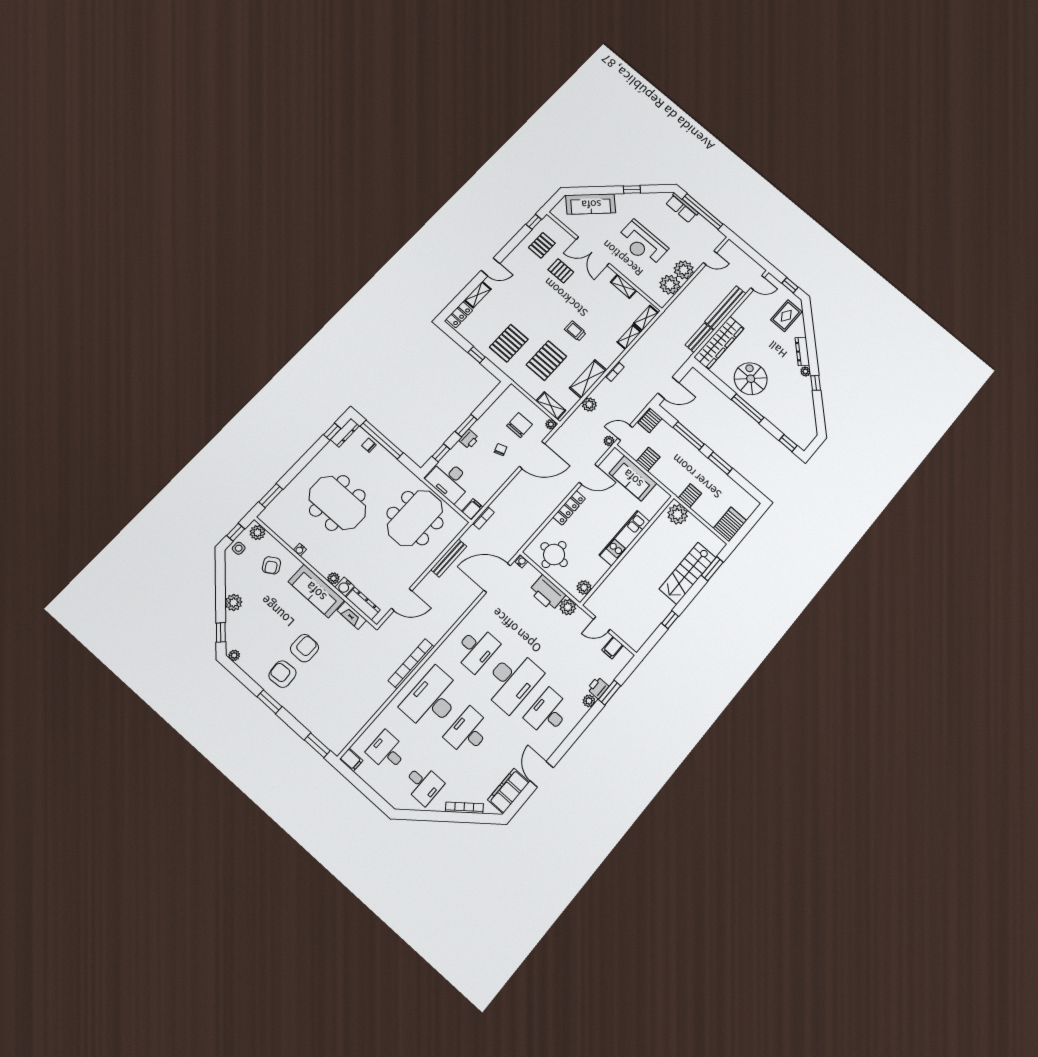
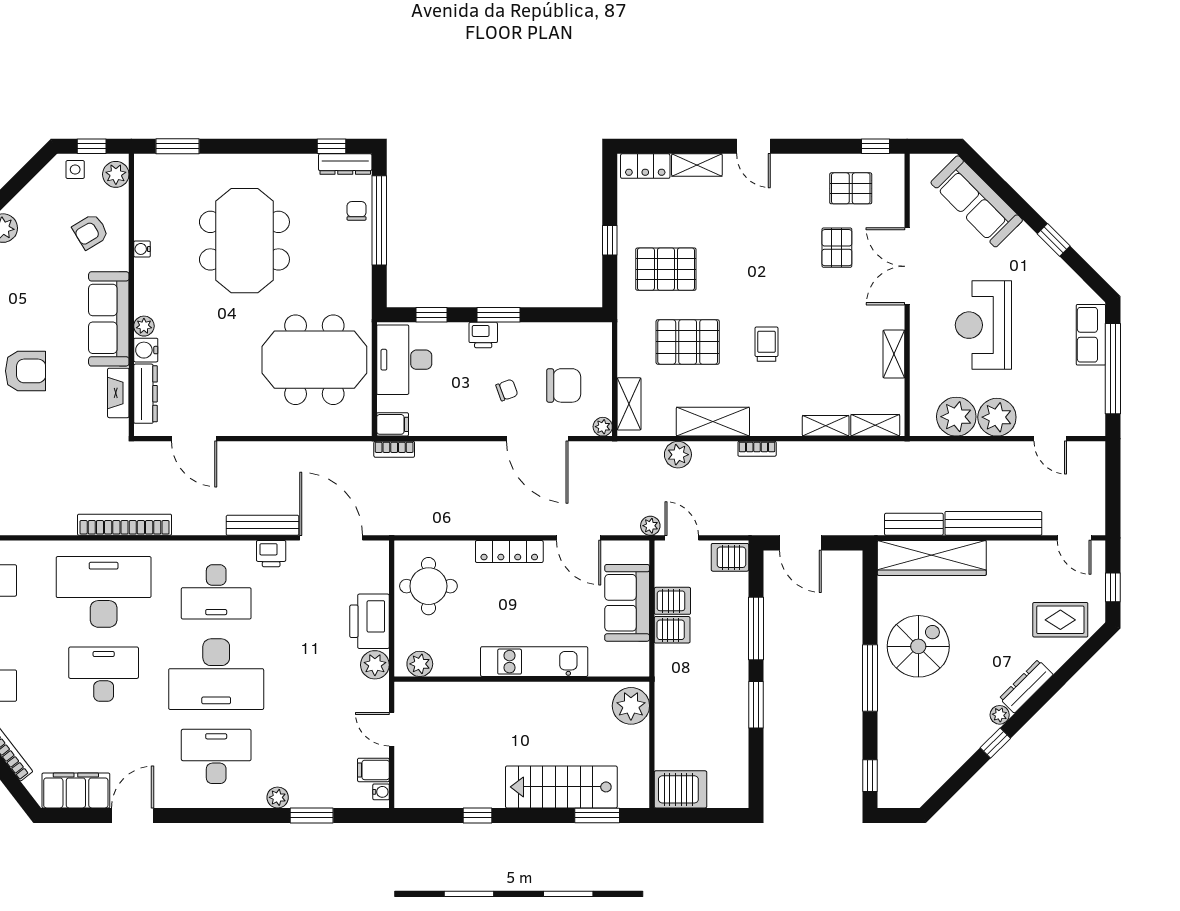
server rack: (690, 496) -> (672, 630), moved
bench: (449, 558) -> (263, 525), moved
water cooler: (522, 562) -> (381, 792), moved
printer: (598, 688) -> (271, 554), moved, turned 180

